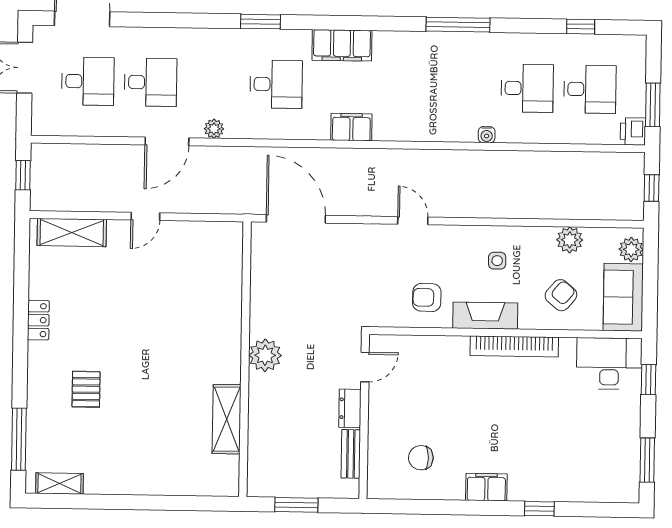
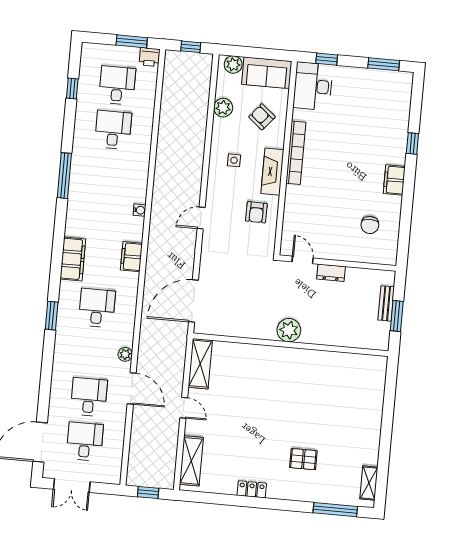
water cooler: (487, 135) -> (140, 210), moved
shelving: (227, 419) -> (200, 364), moved, turned 90
bench: (351, 454) -> (386, 303), moved, turned 90

